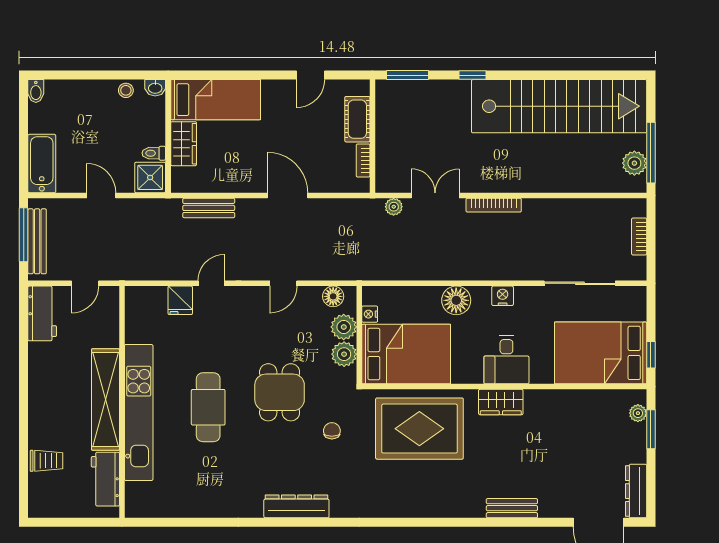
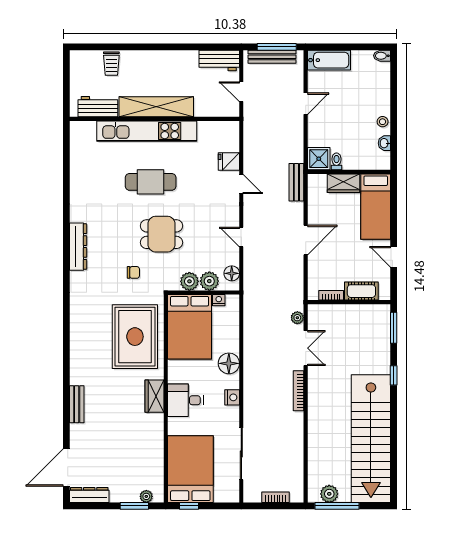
bed: (216, 100) -> (376, 207), moved
wall: (168, 136) -> (349, 172), moved
wardrobe: (184, 144) -> (343, 183), moved
toilet: (154, 153) -> (336, 161), moved
shower: (150, 177) -> (319, 159), moved

